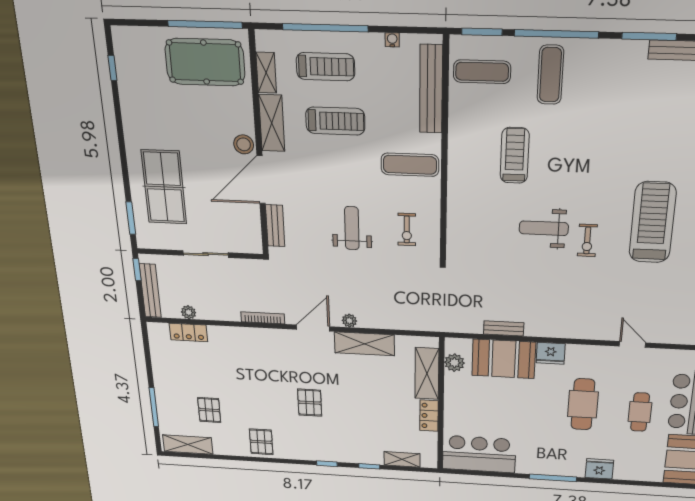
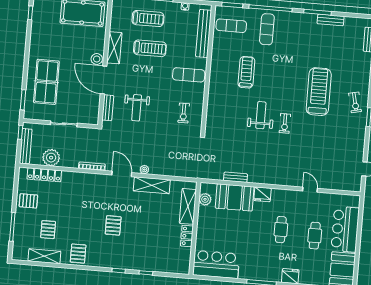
shelving: (266, 73) -> (115, 20), removed
door: (261, 180) -> (104, 80), hinge flipped
treadmill: (652, 222) -> (319, 92), moved
weight bench: (352, 228) -> (137, 108), moved, turned 180
weight bench: (544, 228) -> (261, 115), turned 90
plant: (189, 312) -> (51, 158), width x1.87, depth x1.87
door: (313, 328) -> (122, 174), hinge flipped
locker: (188, 332) -> (44, 175), width x1.53
pallet: (171, 371) -> (28, 201), added
cafe table: (583, 404) -> (281, 230), width x0.73, depth x0.74
shelving: (188, 445) -> (44, 256), moved
shelving: (402, 459) -> (167, 268), removed

